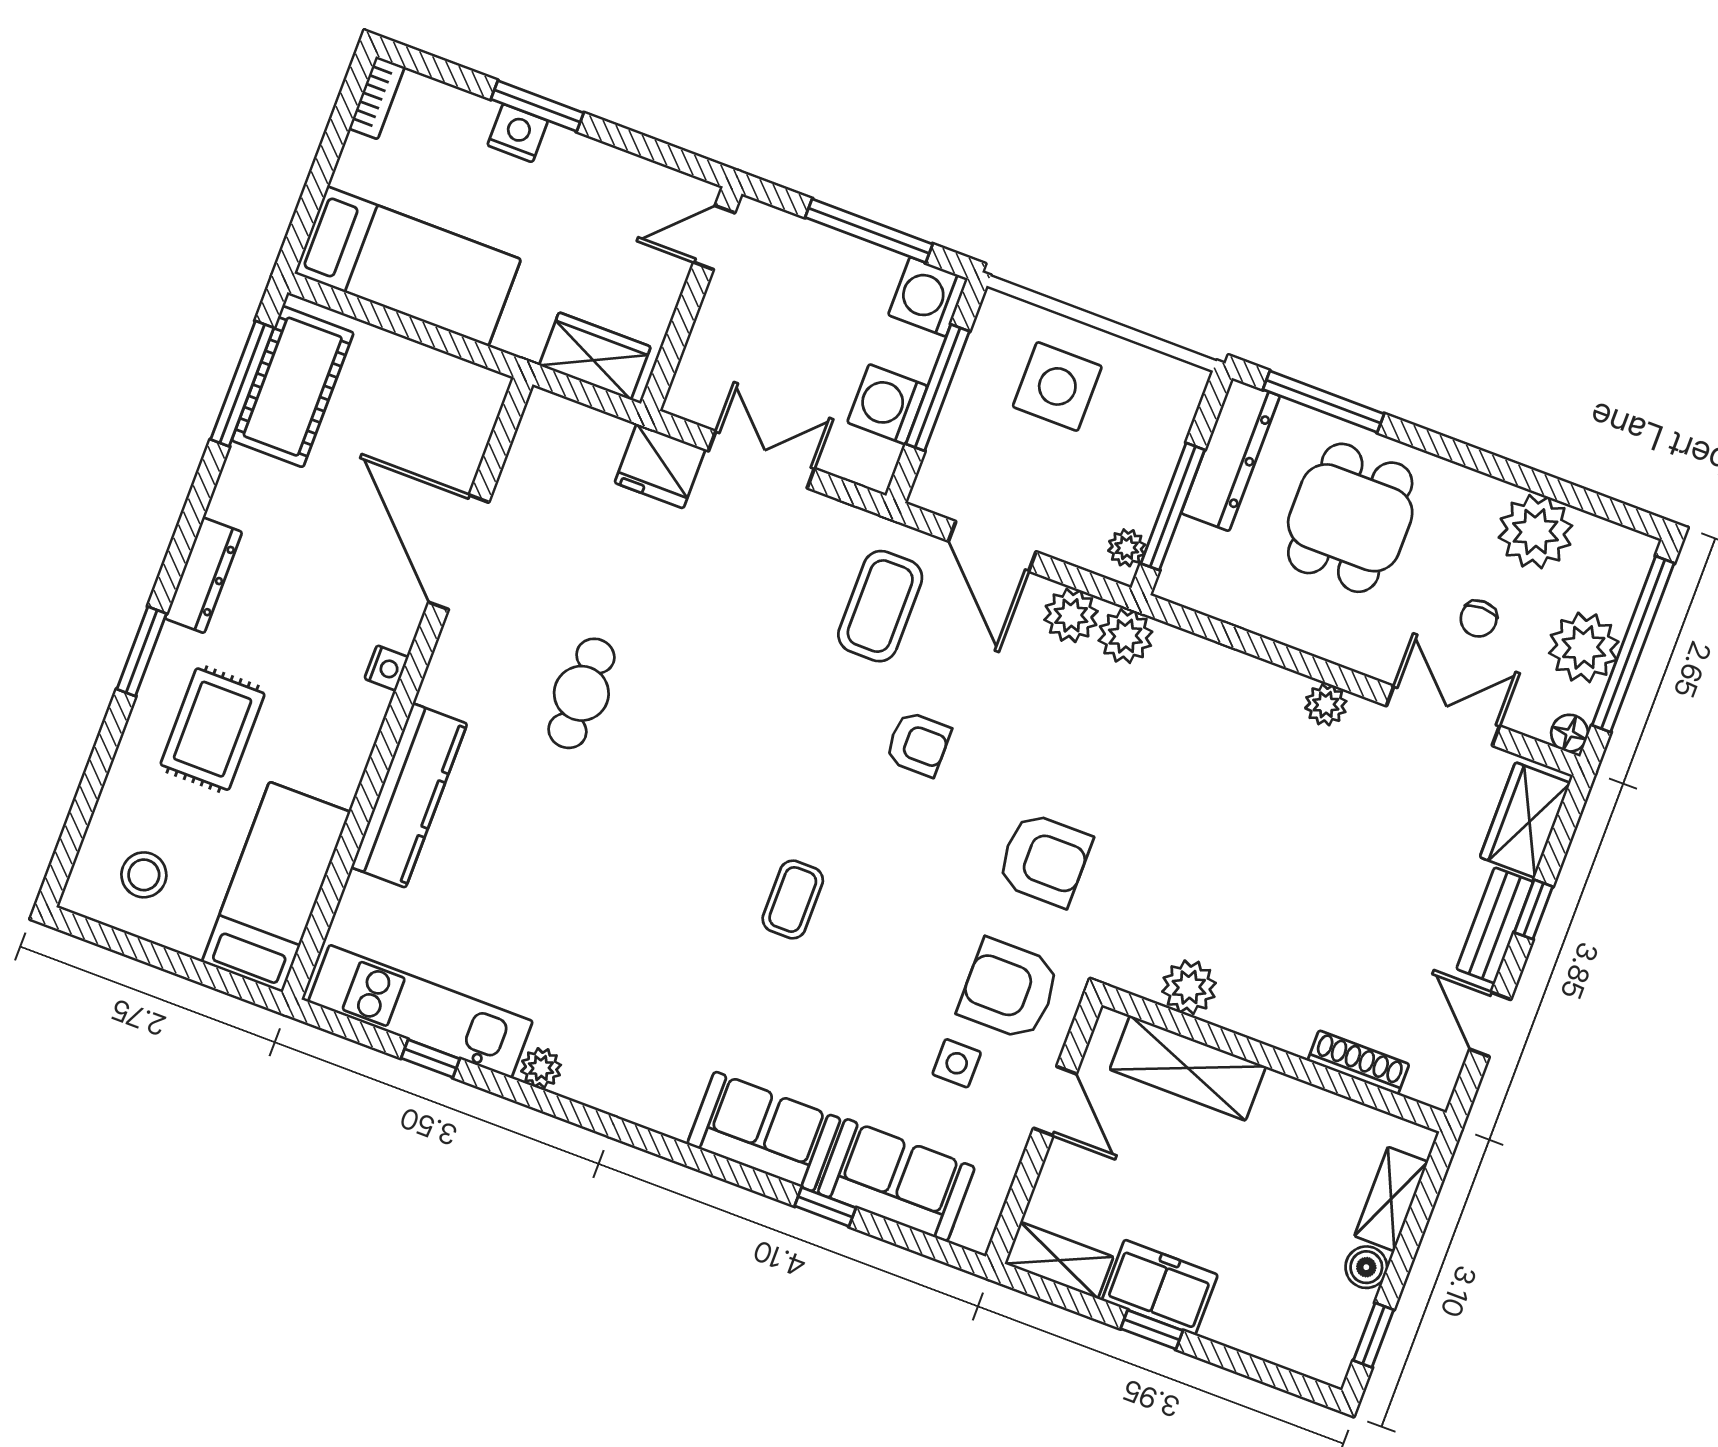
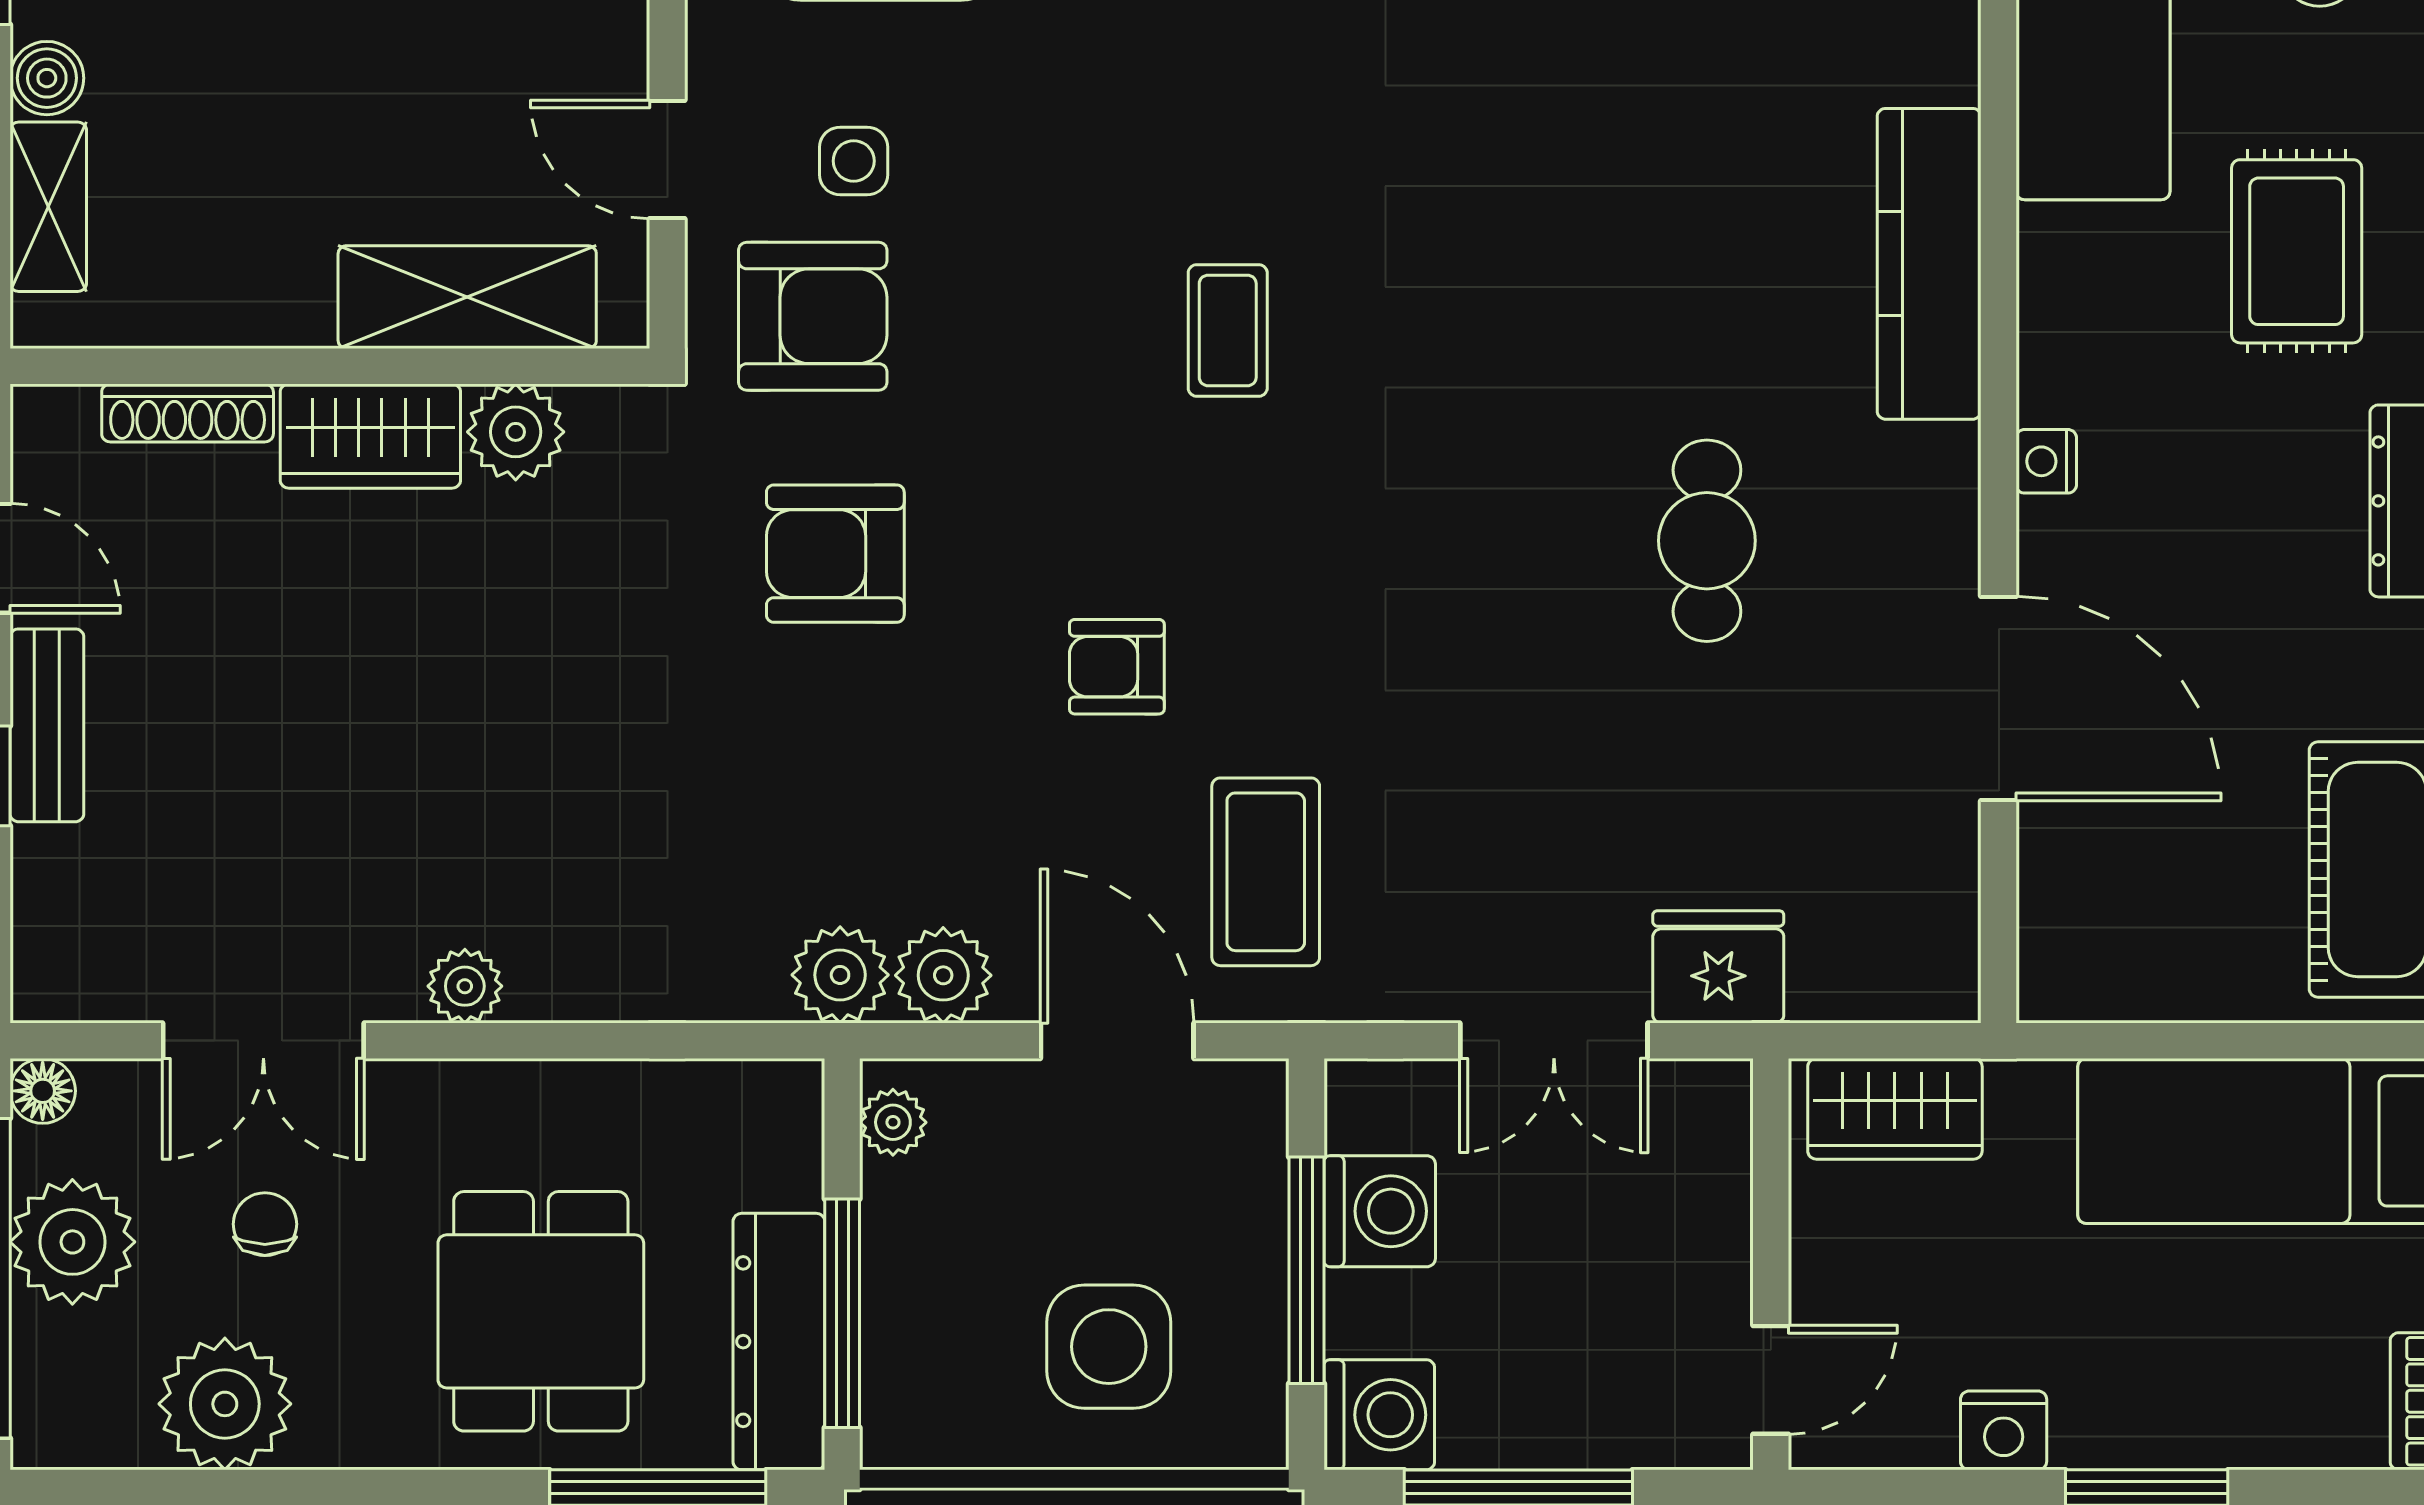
nightstand: (518, 133) -> (2004, 1430), moved
window: (1173, 507) -> (842, 1313), moved
wardrobe: (1525, 820) -> (370, 436), moved, turned 90

